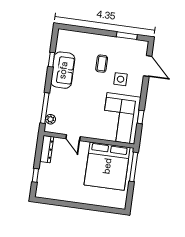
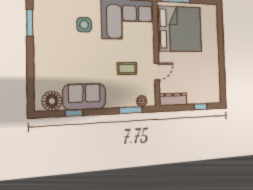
floor lamp: (64, 43) -> (52, 101), added
coffee table: (102, 64) -> (127, 69), moved
window: (45, 108) -> (131, 110), width x0.69

